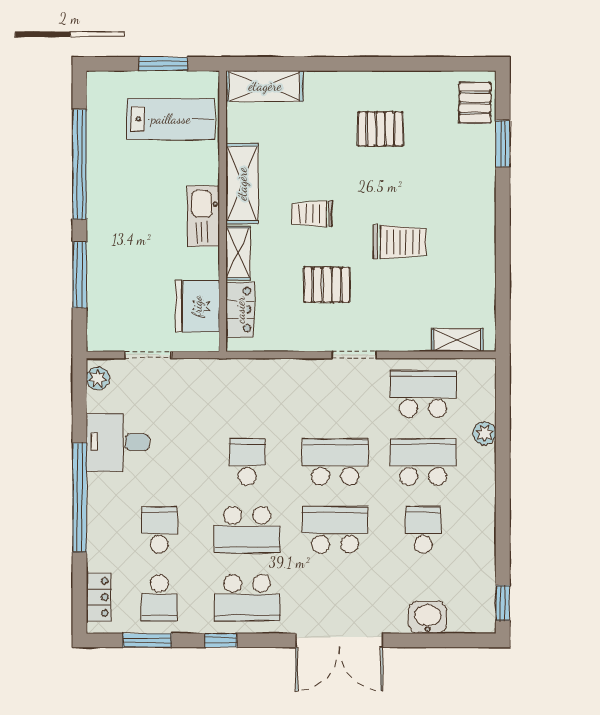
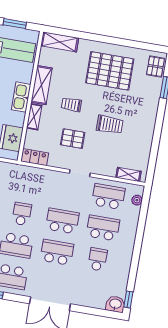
pallet: (380, 129) -> (110, 71), width x2.05, depth x2.00
locker: (240, 310) -> (35, 157), moved, turned -90
plant: (484, 433) -> (137, 200), moved
washbasin: (428, 617) -> (115, 304), moved

